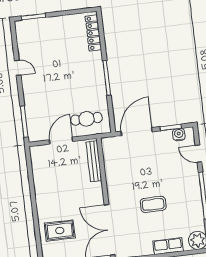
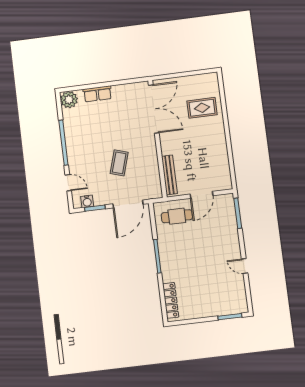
coffee table: (153, 204) -> (119, 163), moved, turned -73

